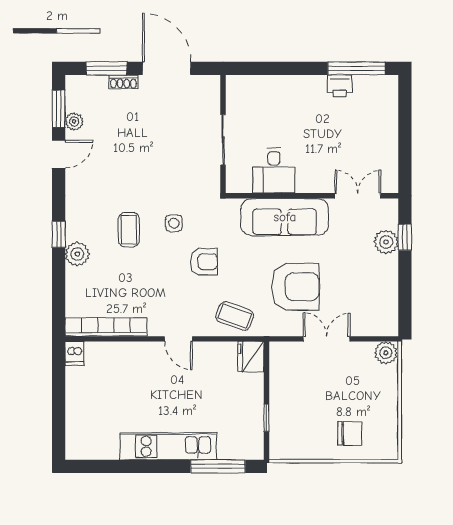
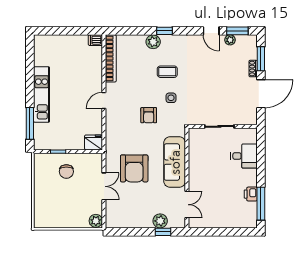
desk: (274, 171) -> (244, 156), moved, turned 180
coffee table: (235, 316) -> (117, 133), removed
chair: (350, 433) -> (66, 172), moved

